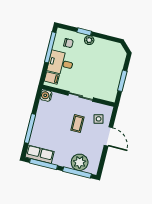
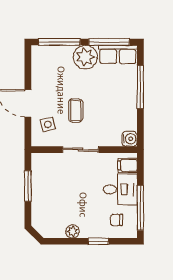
plant: (89, 40) -> (73, 231), moved
plant: (80, 162) -> (85, 57), moved

